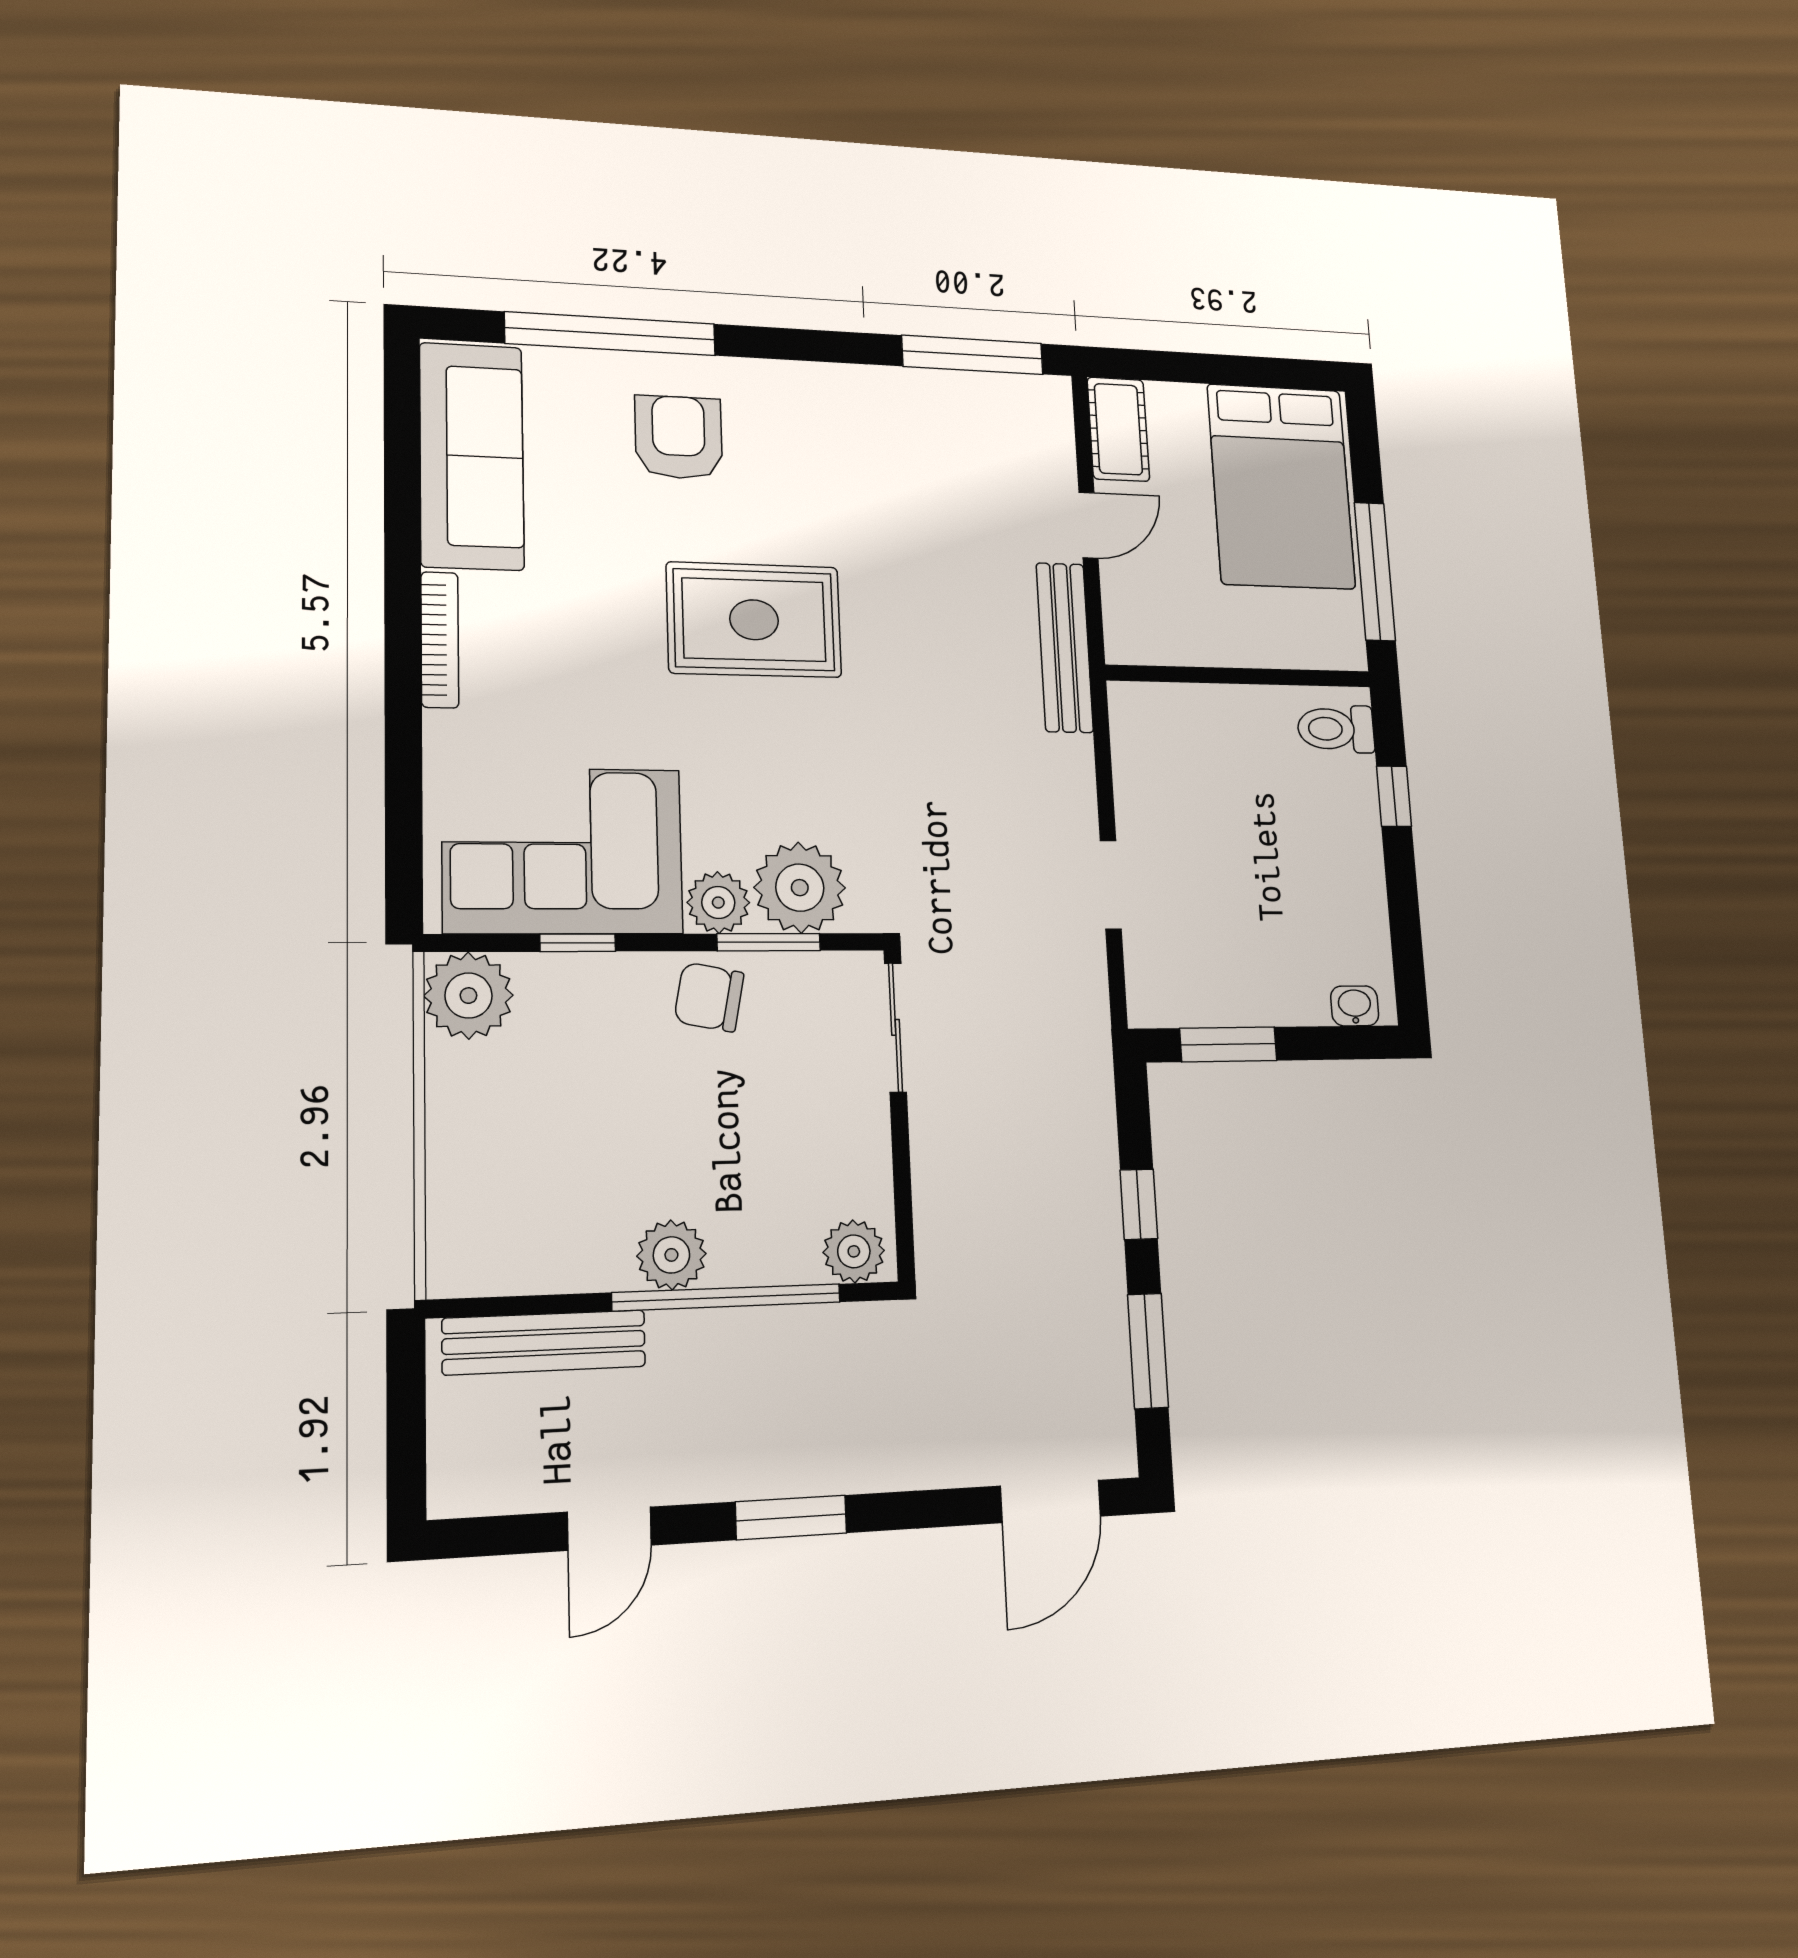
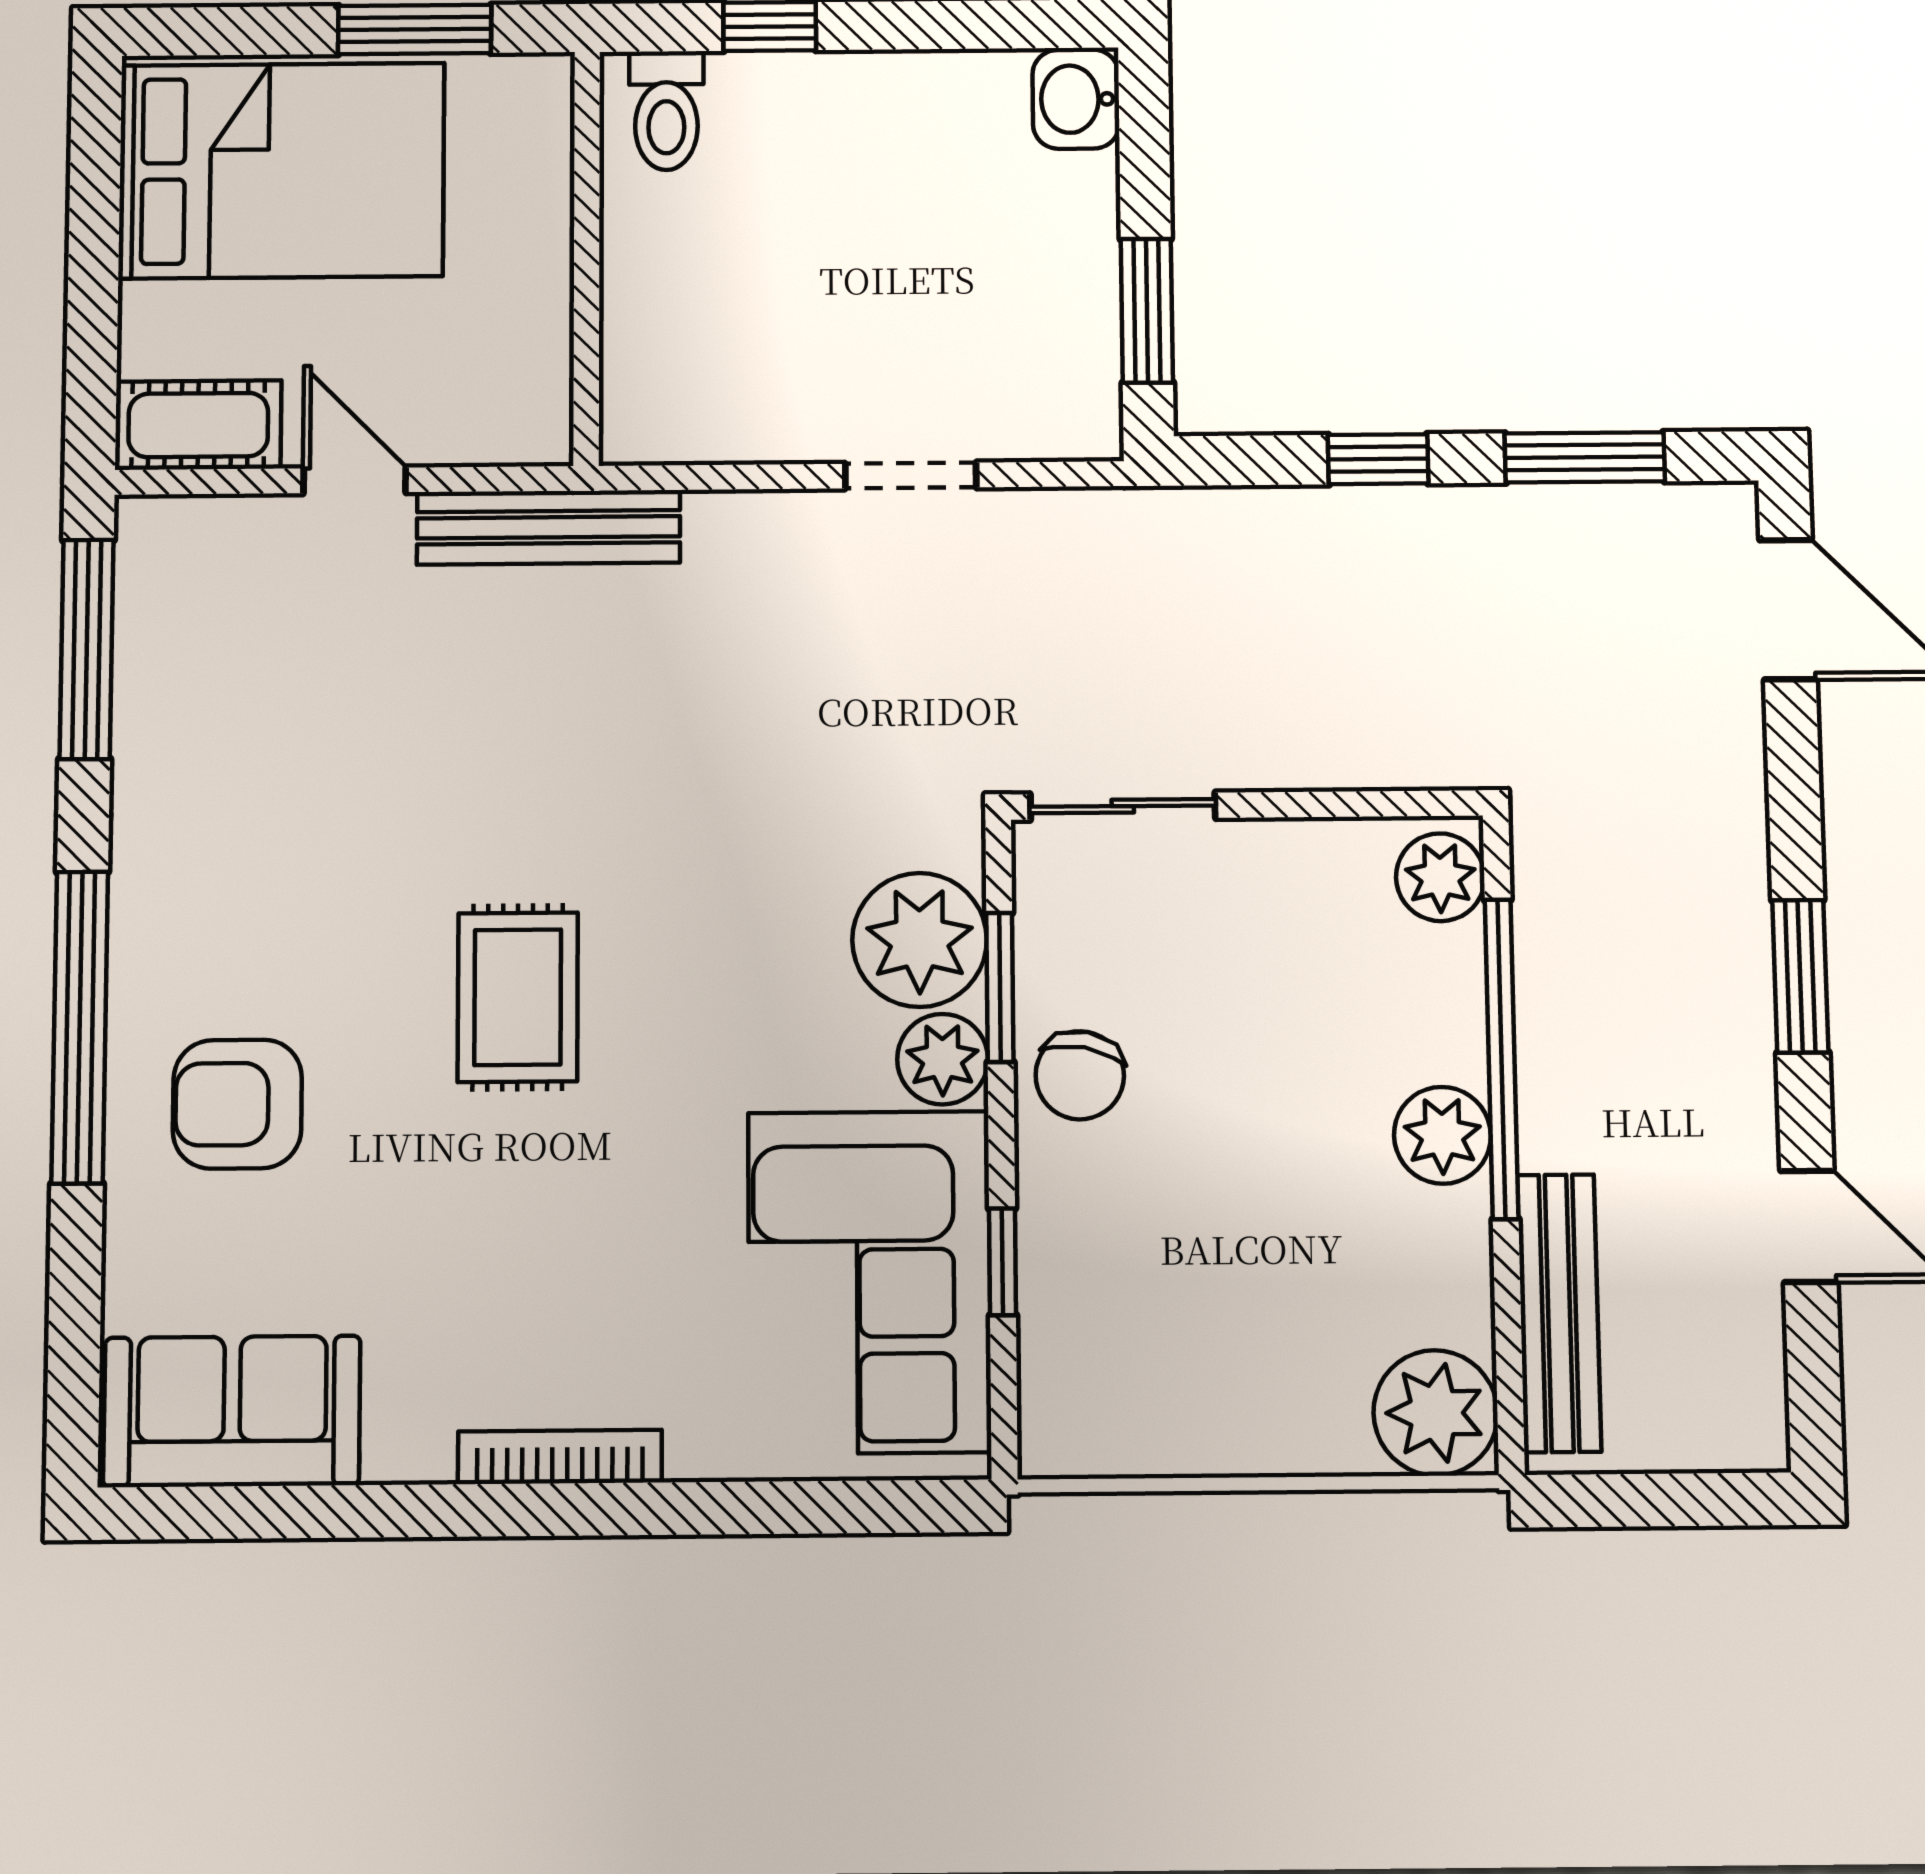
window: (611, 334) -> (80, 1027), moved
sofa: (472, 456) -> (232, 1411), width x0.73
window: (1375, 571) -> (415, 29), width x0.69
rug: (754, 620) -> (518, 997), width x0.73, depth x0.70
plant: (468, 996) -> (1436, 1413), moved
washbasin: (1355, 1006) -> (1076, 99), width x1.38, depth x1.45

